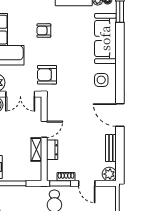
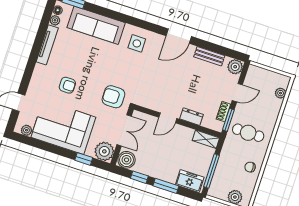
armchair: (44, 31) -> (67, 85), turned -90
armchair: (47, 75) -> (113, 97), turned 90
door: (44, 129) -> (168, 118), swing flipped
shelving: (36, 149) -> (206, 139), moved

